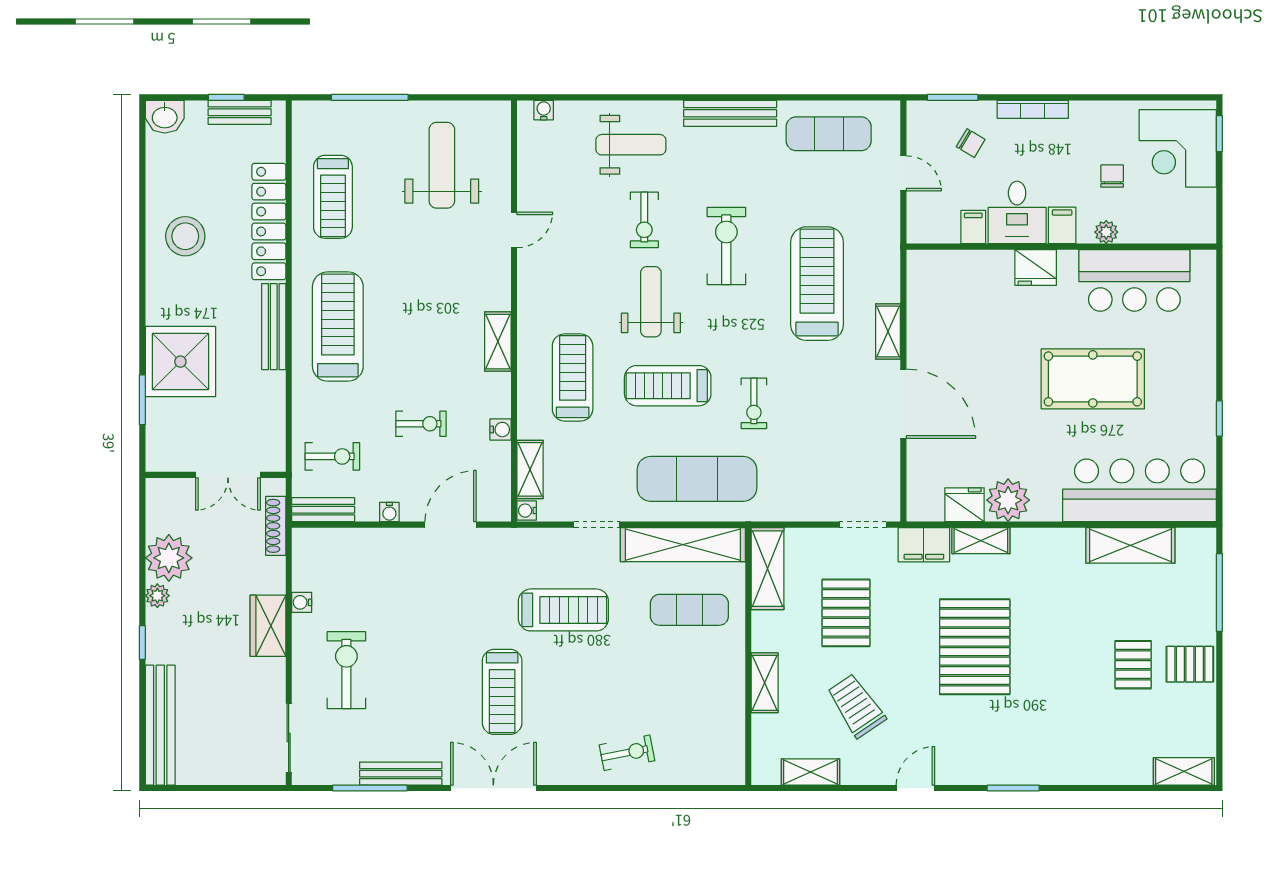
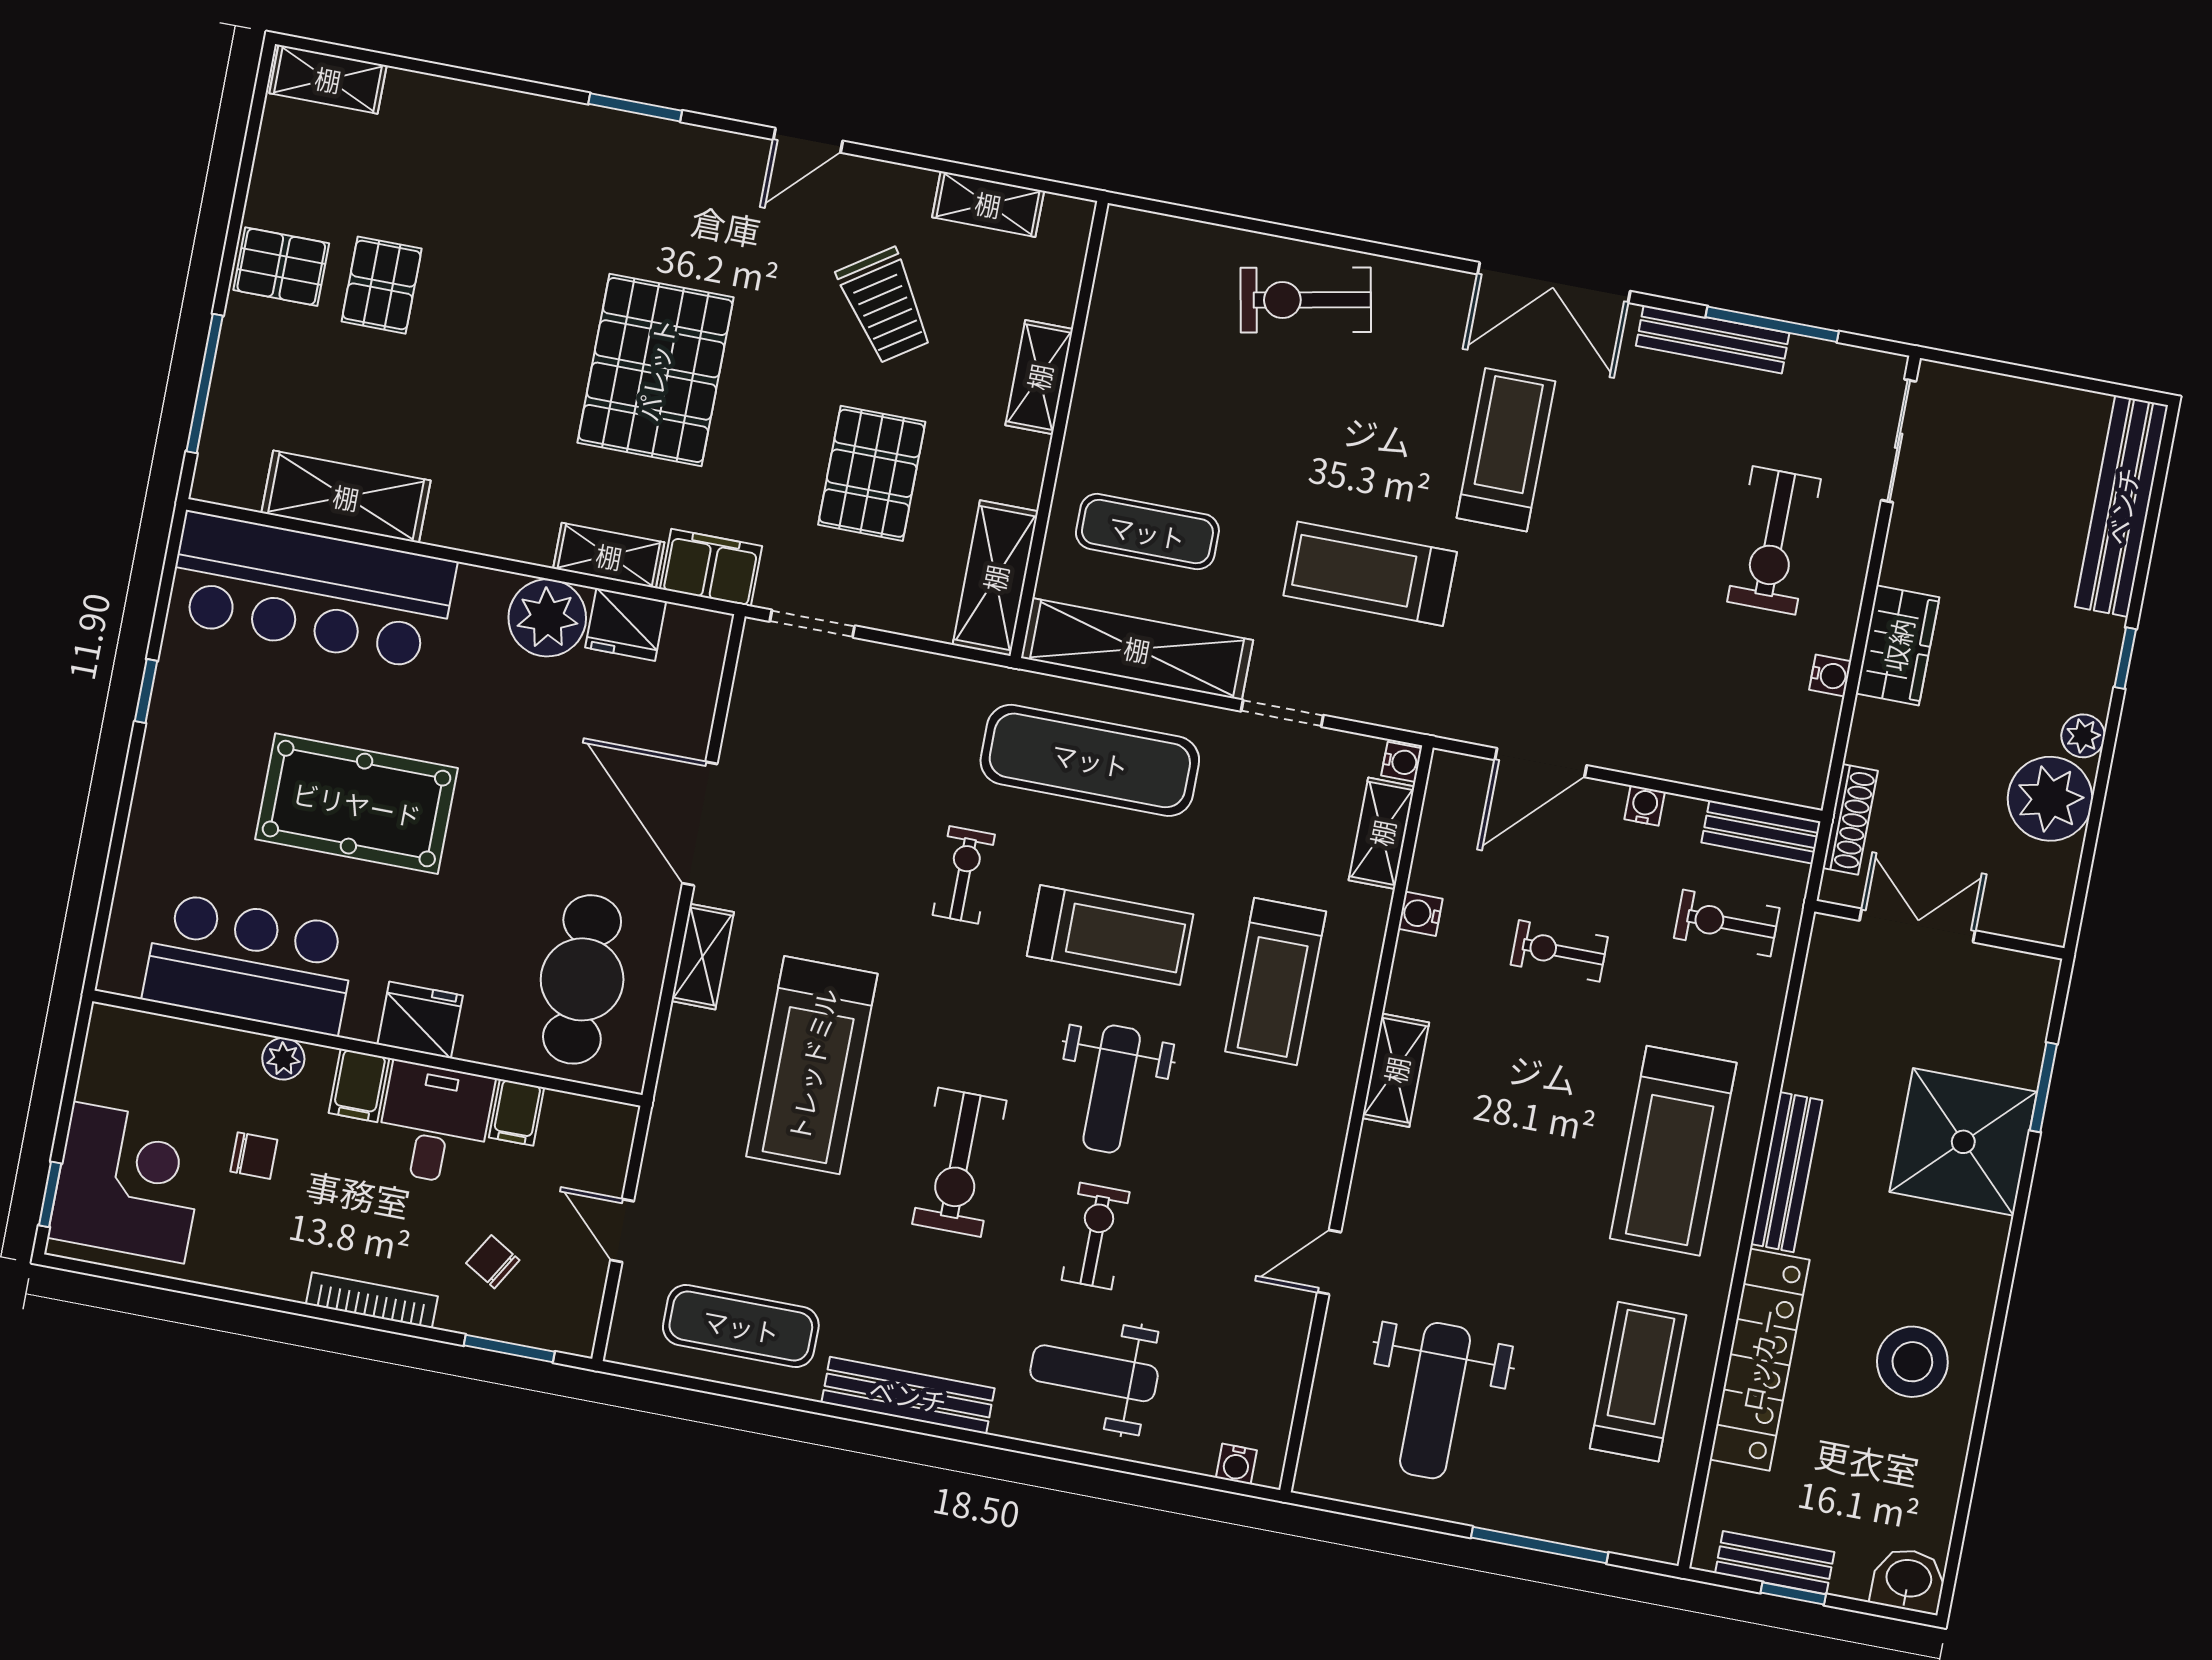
chair: (1112, 176) -> (254, 1156), turned -90
cafe table: (951, 306) -> (582, 979), added
exercise bike: (627, 753) -> (1306, 300), width x1.38, depth x1.39

